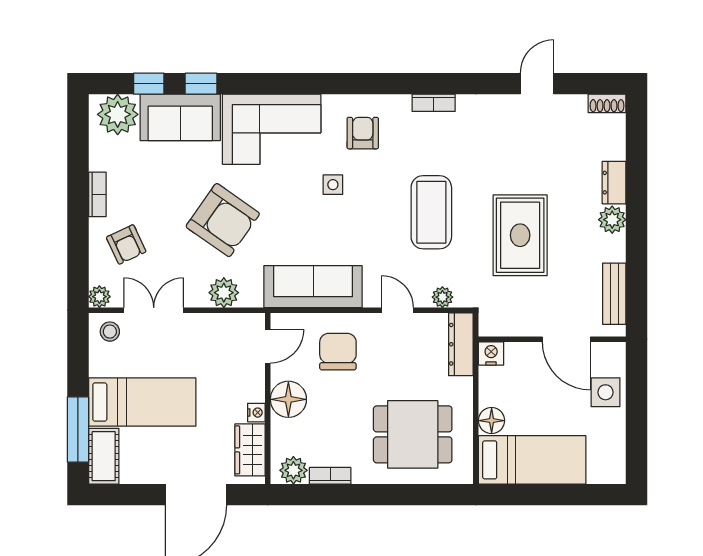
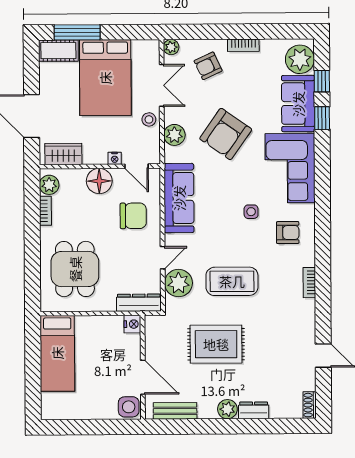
plant: (442, 297) -> (178, 283), width x1.88, depth x1.88
stool: (110, 332) -> (149, 119), moved
door: (566, 339) -> (143, 377), swing flipped
side table: (606, 392) -> (129, 407), moved
bed: (142, 402) -> (105, 78), width x1.50
nightstand: (256, 413) -> (115, 158), moved
floor lamp: (492, 421) -> (85, 325), removed

